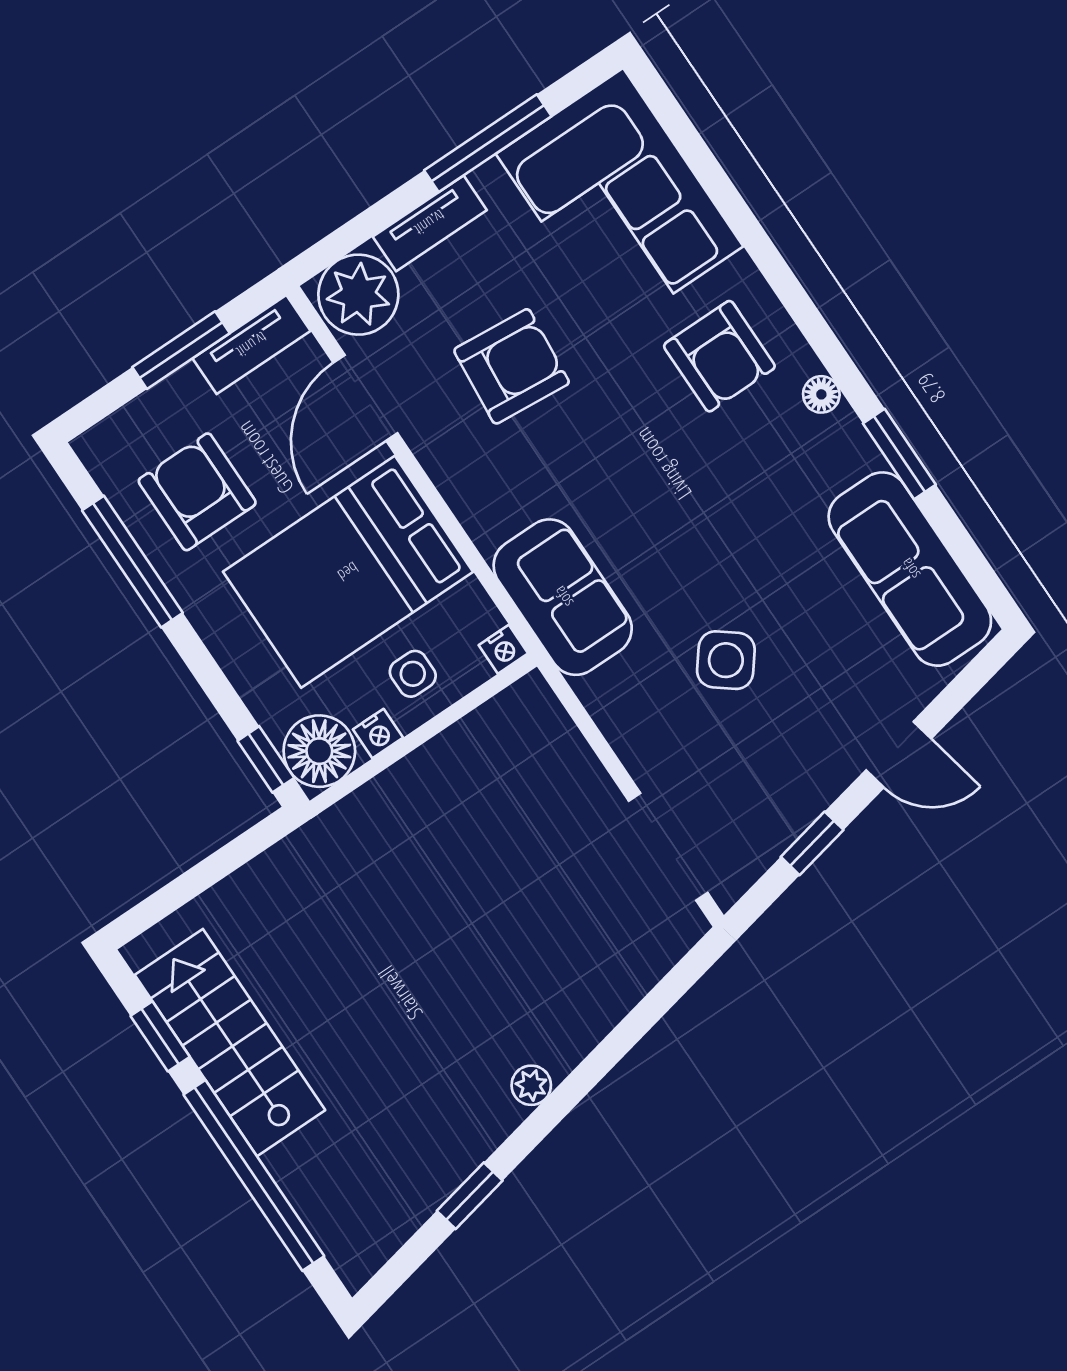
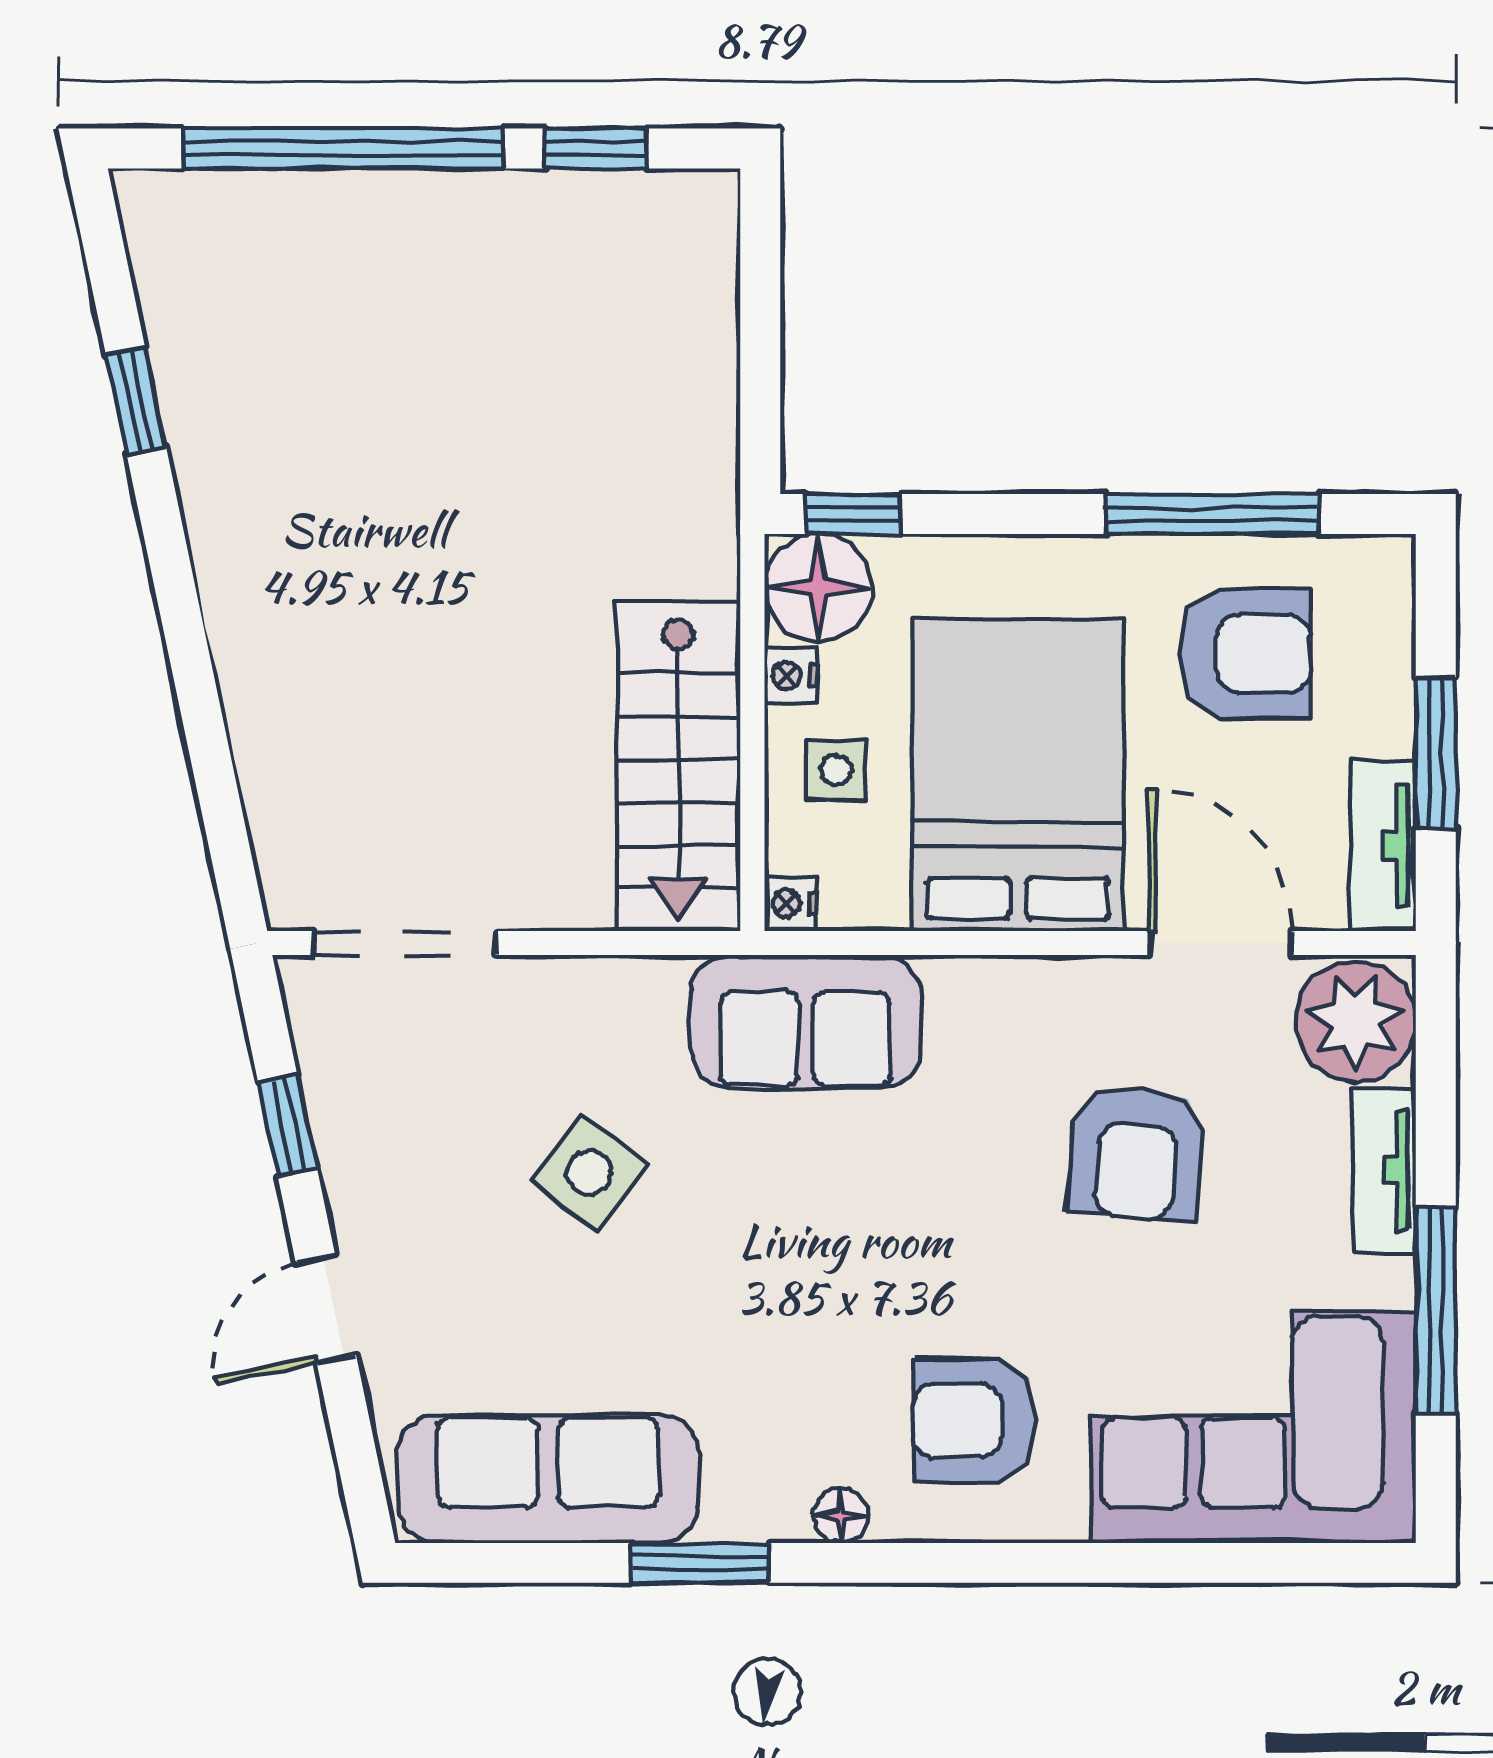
stairs: (230, 1043) -> (678, 766), moved, turned 90
plant: (531, 1085) -> (222, 571), removed

